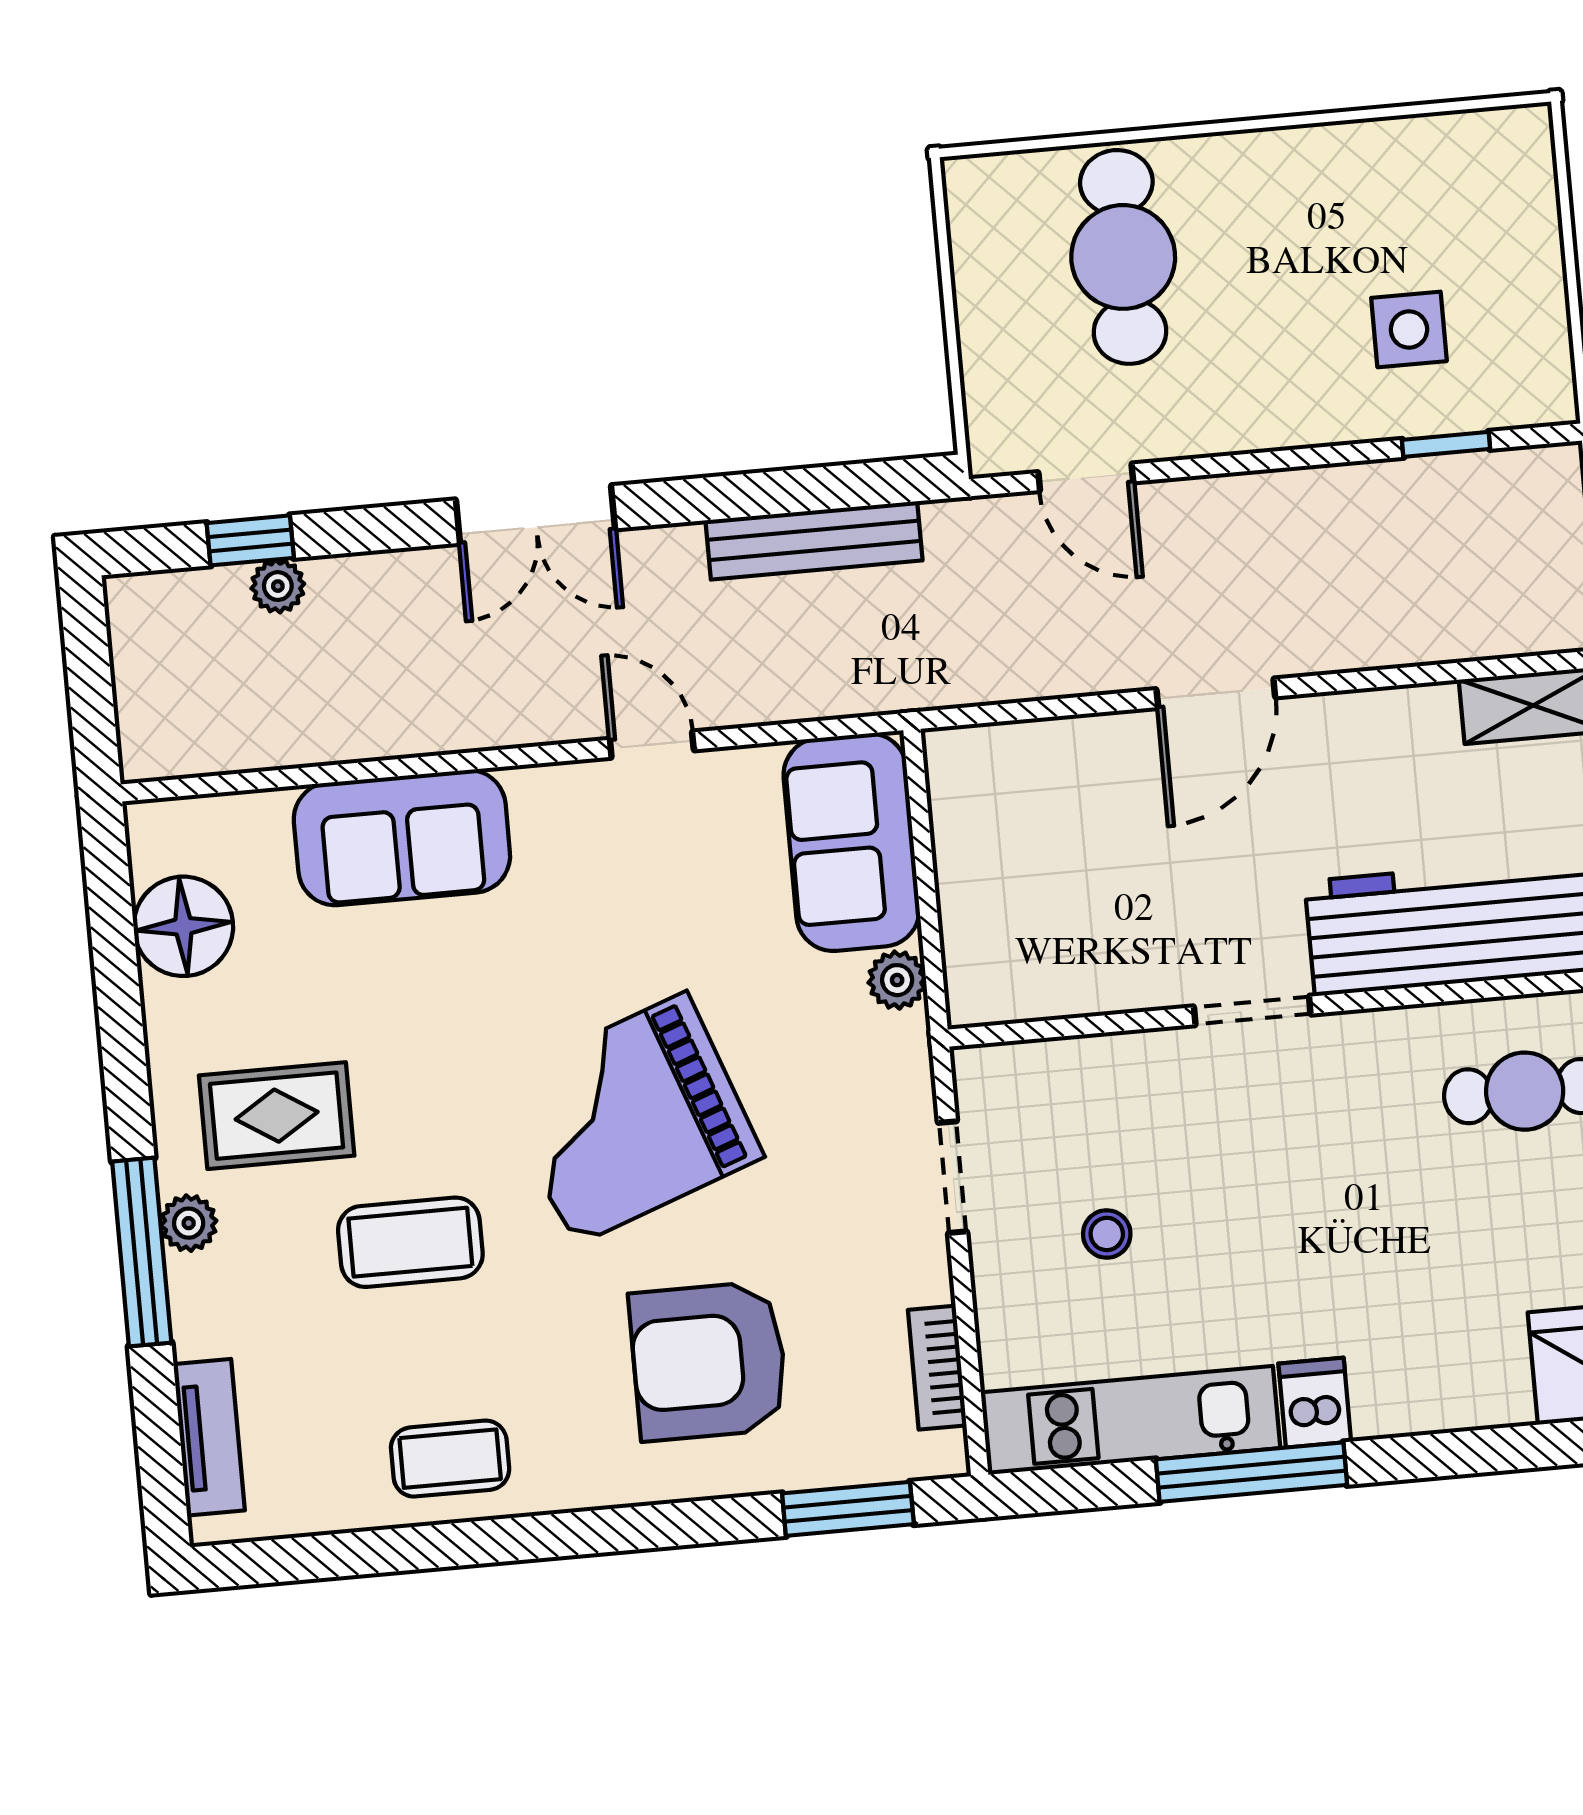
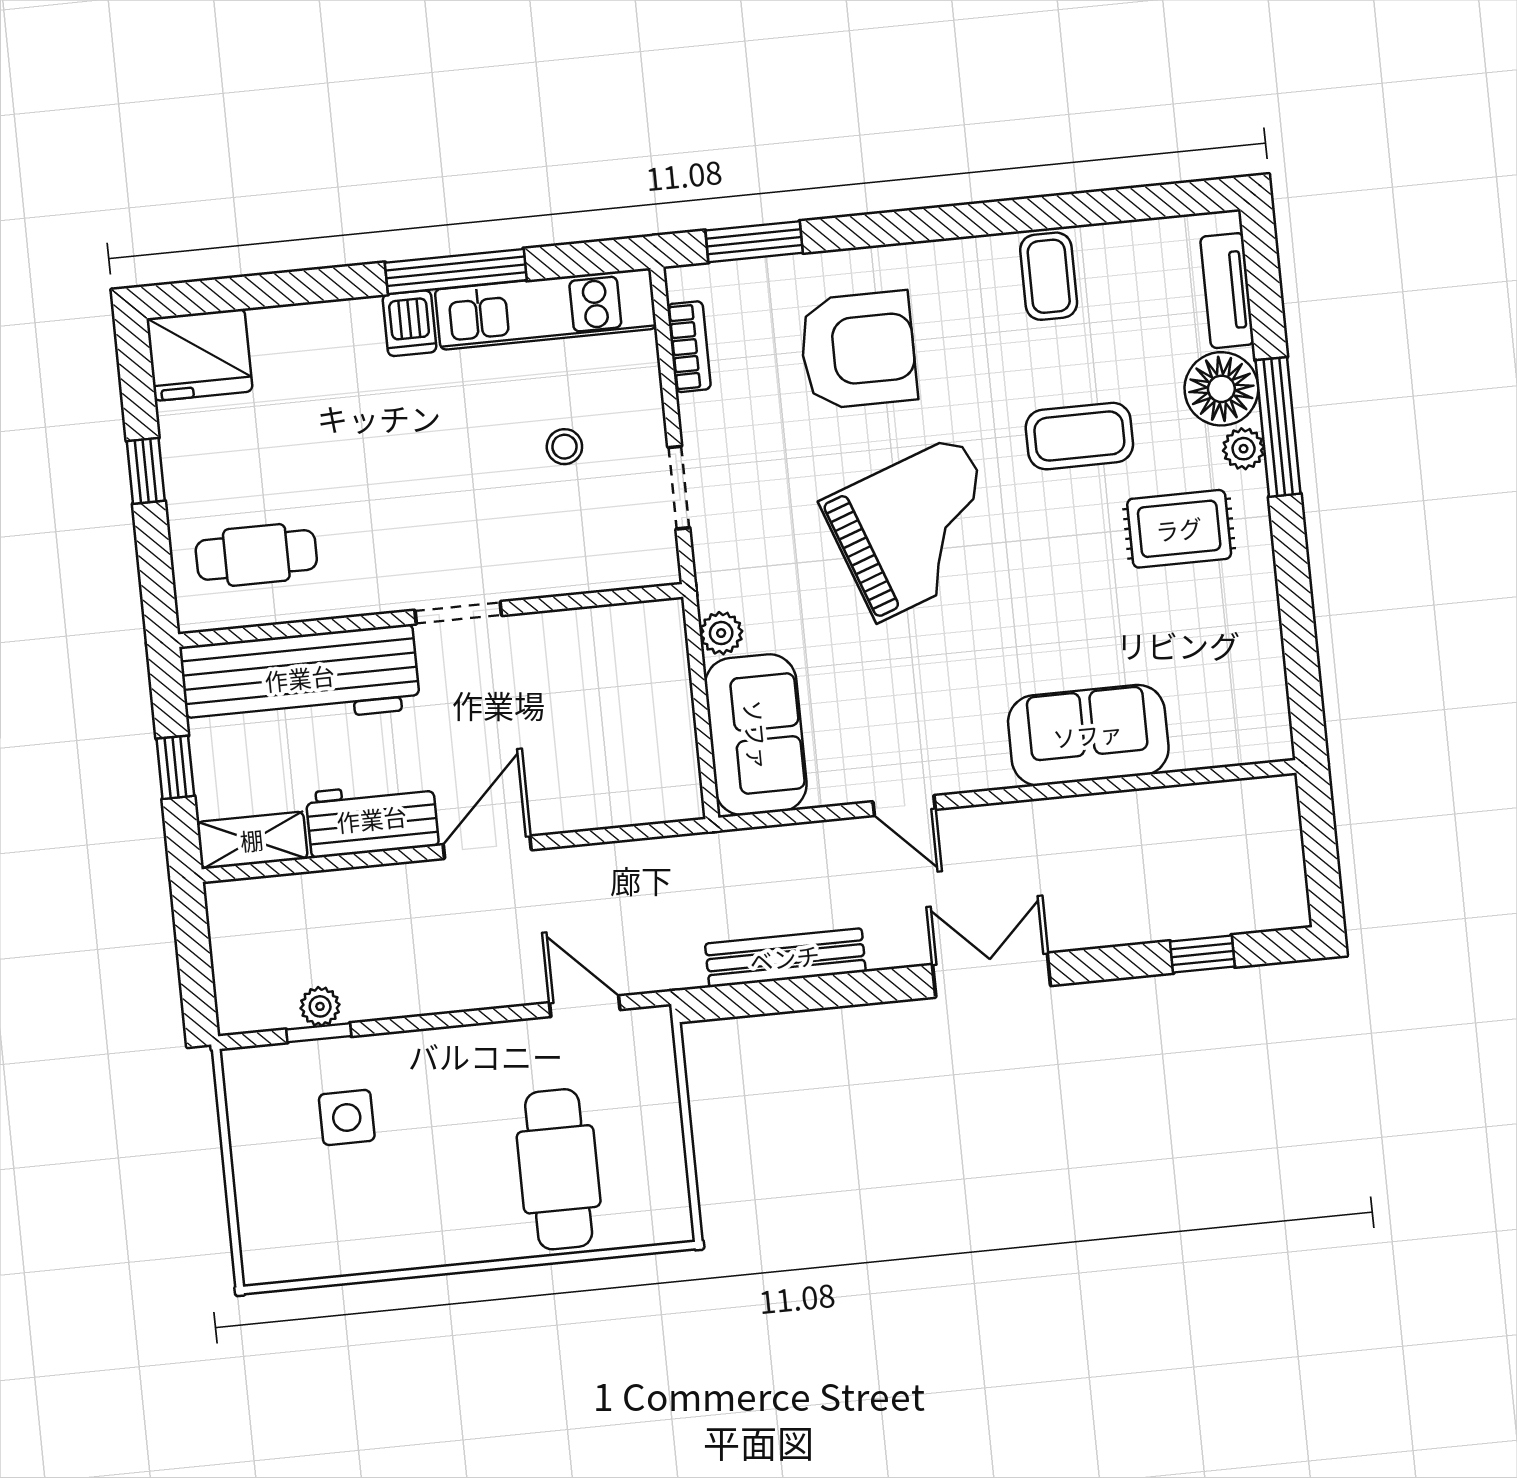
plant: (278, 586) -> (320, 1006), moved
workbench: (1371, 733) -> (372, 819), added
floor lamp: (183, 926) -> (1221, 389), moved
coffee table: (450, 1459) -> (1049, 276), turned 90

